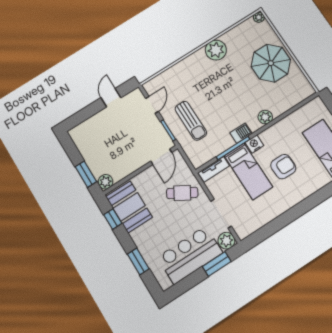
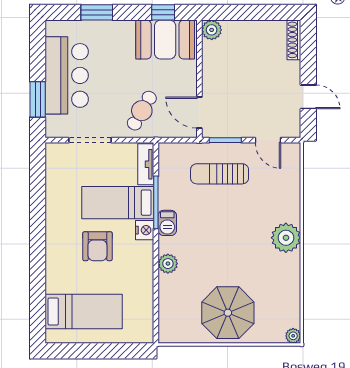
plant: (216, 50) -> (286, 238), moved
shoe rack: (81, 128) -> (294, 40), added
window: (86, 174) -> (235, 12), removed
plant: (226, 241) -> (56, 127), removed

